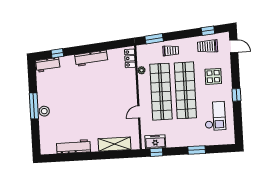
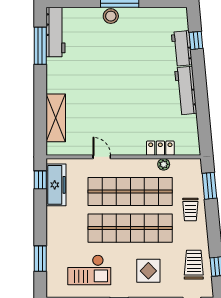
locker: (130, 58) -> (160, 148), moved
workbench: (48, 65) -> (182, 48), moved
freezer: (155, 142) -> (56, 185), width x1.40
workbench: (73, 147) -> (56, 32), moved
window: (197, 150) -> (40, 259), moved
window: (67, 157) -> (40, 46), added

